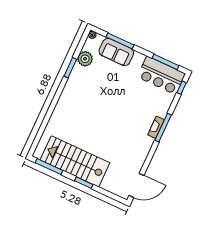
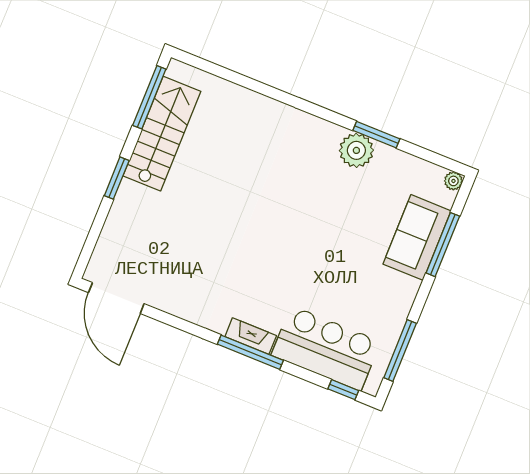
plant: (85, 59) -> (356, 150), moved
bar counter: (161, 75) -> (326, 348), moved, turned 90
stairs: (75, 161) -> (162, 134), width x0.73, depth x0.66

